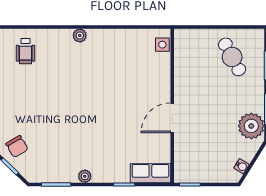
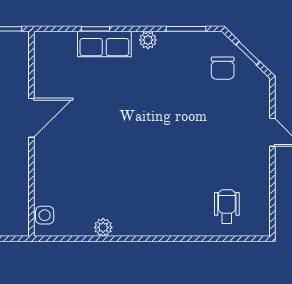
plant: (80, 35) -> (103, 227), moved
chair: (17, 147) -> (223, 68), moved, turned -149
row of seats: (150, 173) -> (104, 44), moved

